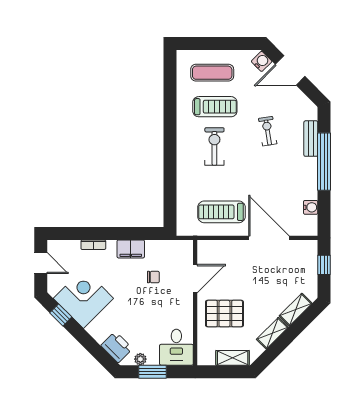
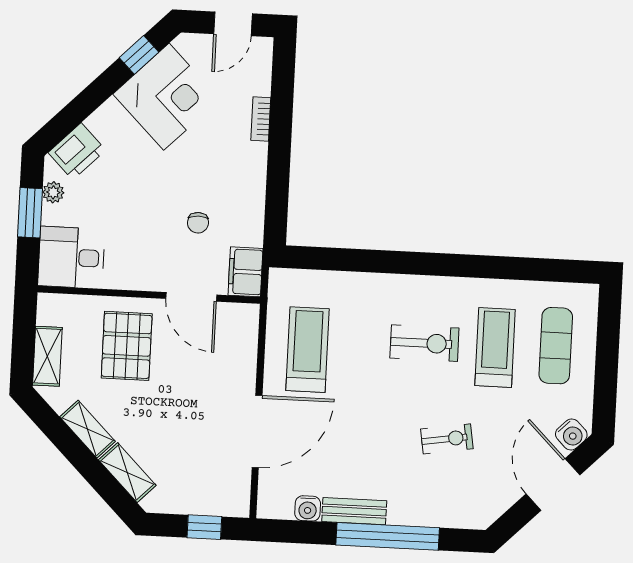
treadmill: (215, 107) -> (495, 348), turned 180
bench: (311, 139) -> (354, 511), moved
filing cabinet: (131, 249) -> (246, 272), moved

